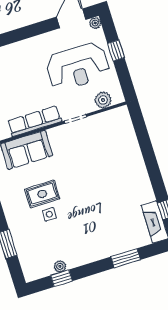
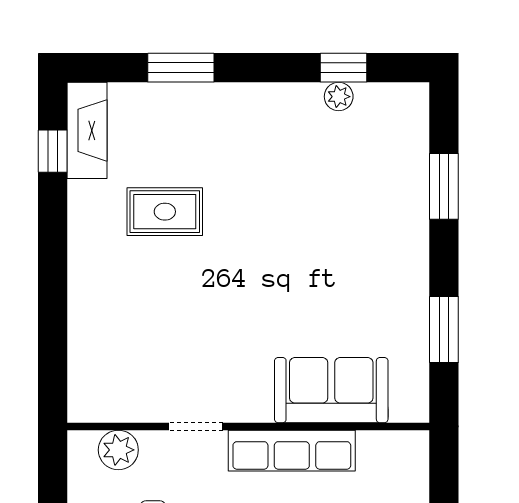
rug: (42, 194) -> (165, 212), moved
side table: (49, 214) -> (325, 224), removed

